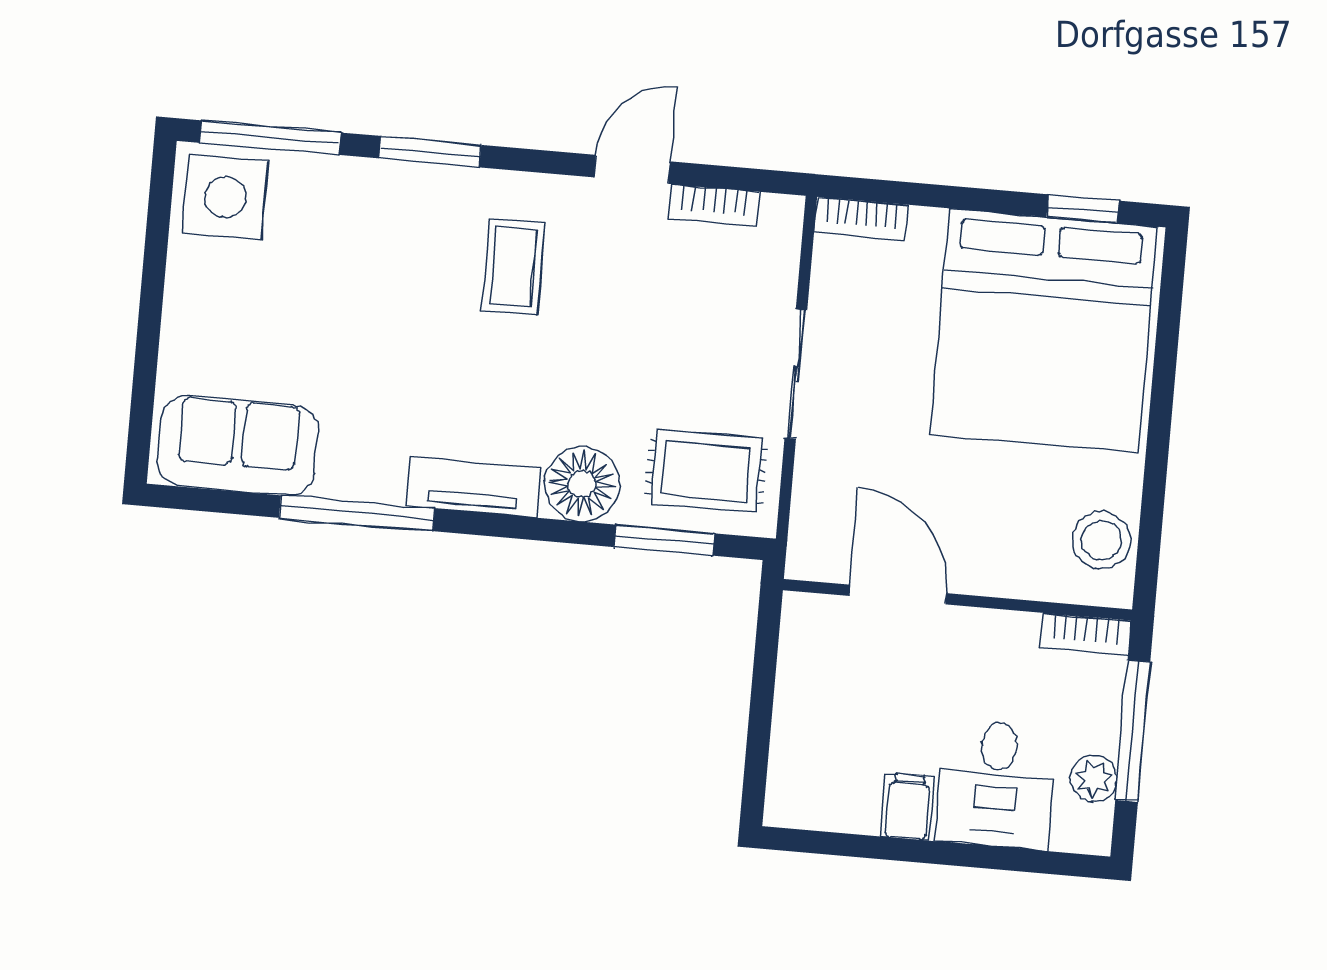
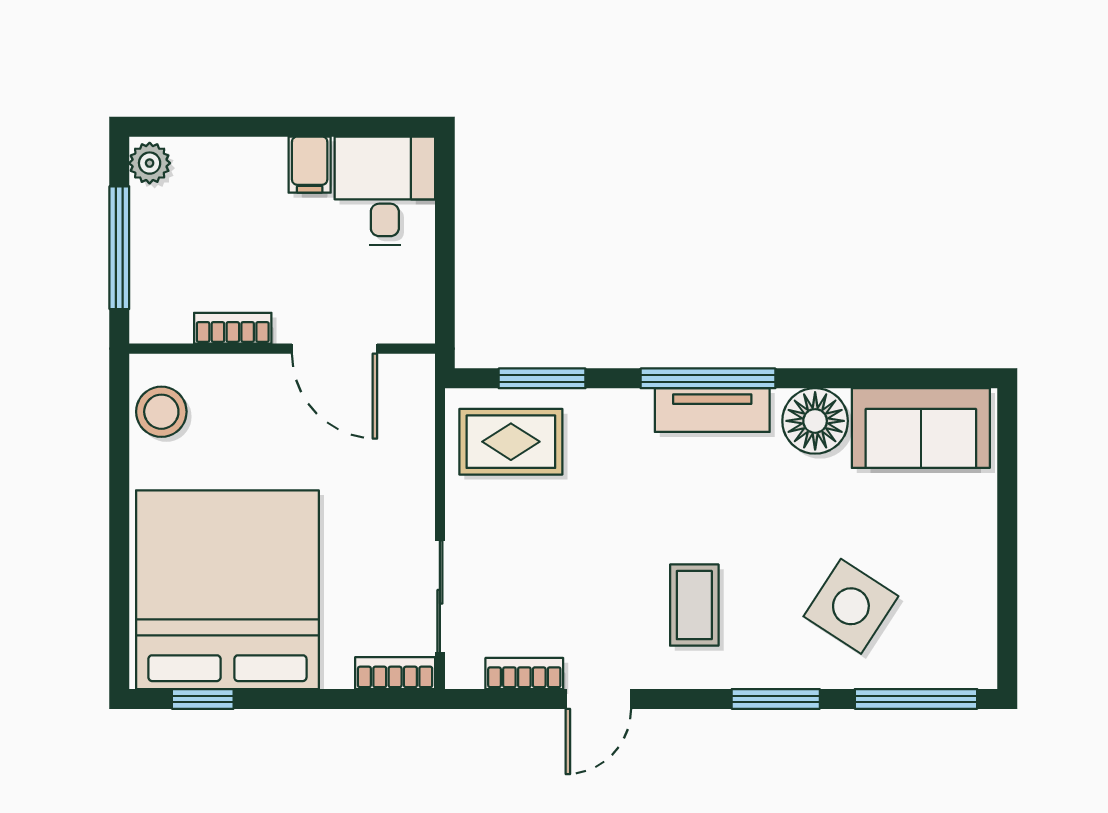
side table: (225, 197) -> (851, 606), moved, turned 33
sliding door: (796, 374) -> (440, 597), moved
floor lamp: (582, 484) -> (815, 421), moved
window: (357, 513) -> (708, 378), moved
bookcase: (1085, 634) -> (233, 328), moved
plant: (1094, 779) -> (150, 163), moved
desk: (996, 785) -> (385, 191), moved

